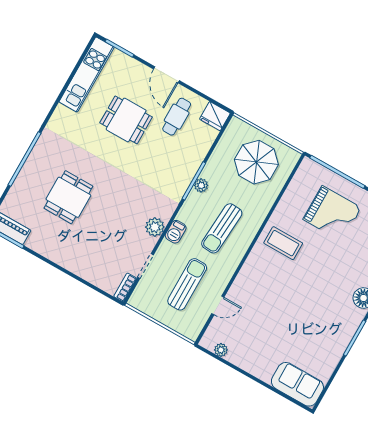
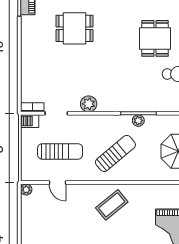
sun lounger: (222, 228) -> (115, 153), turned 136
barbecue: (176, 232) -> (30, 121), moved
coffee table: (283, 243) -> (112, 205), moved, turned 51
plant: (221, 350) -> (26, 190), moved

